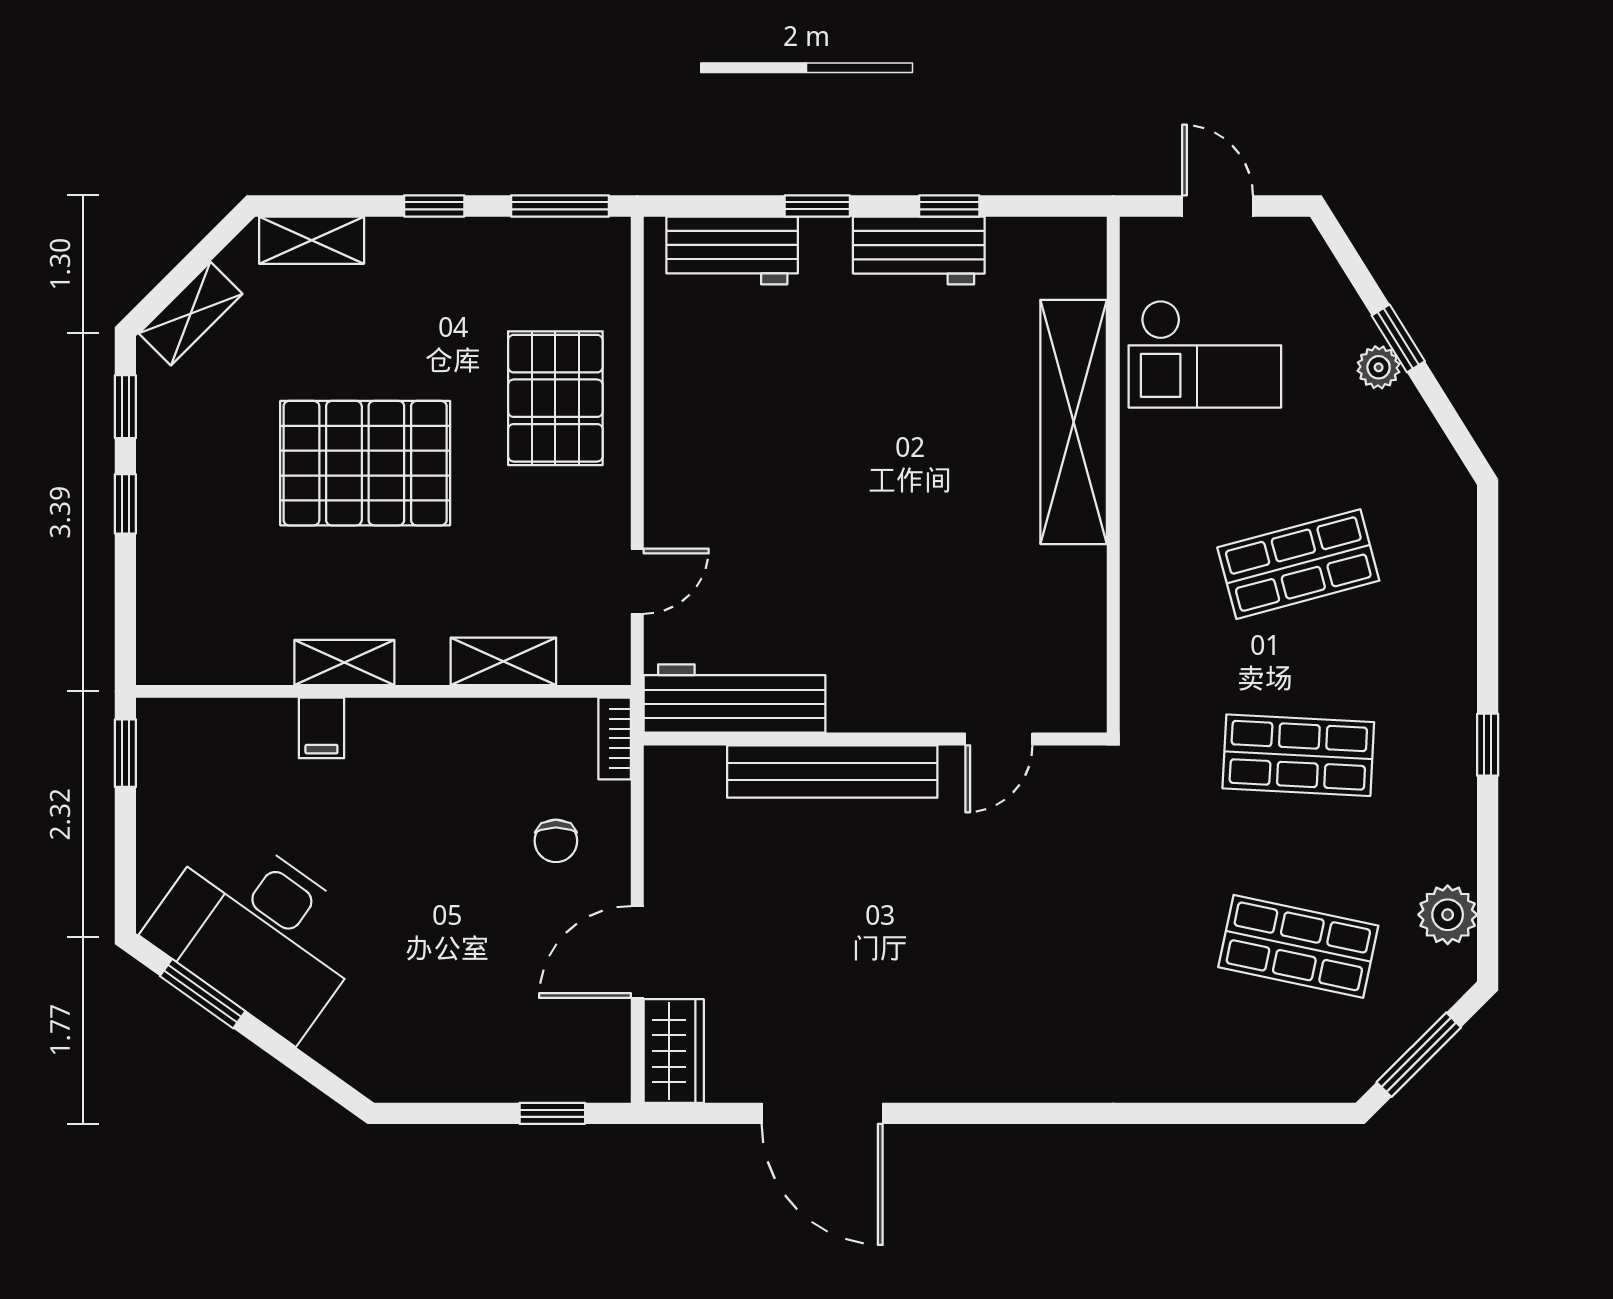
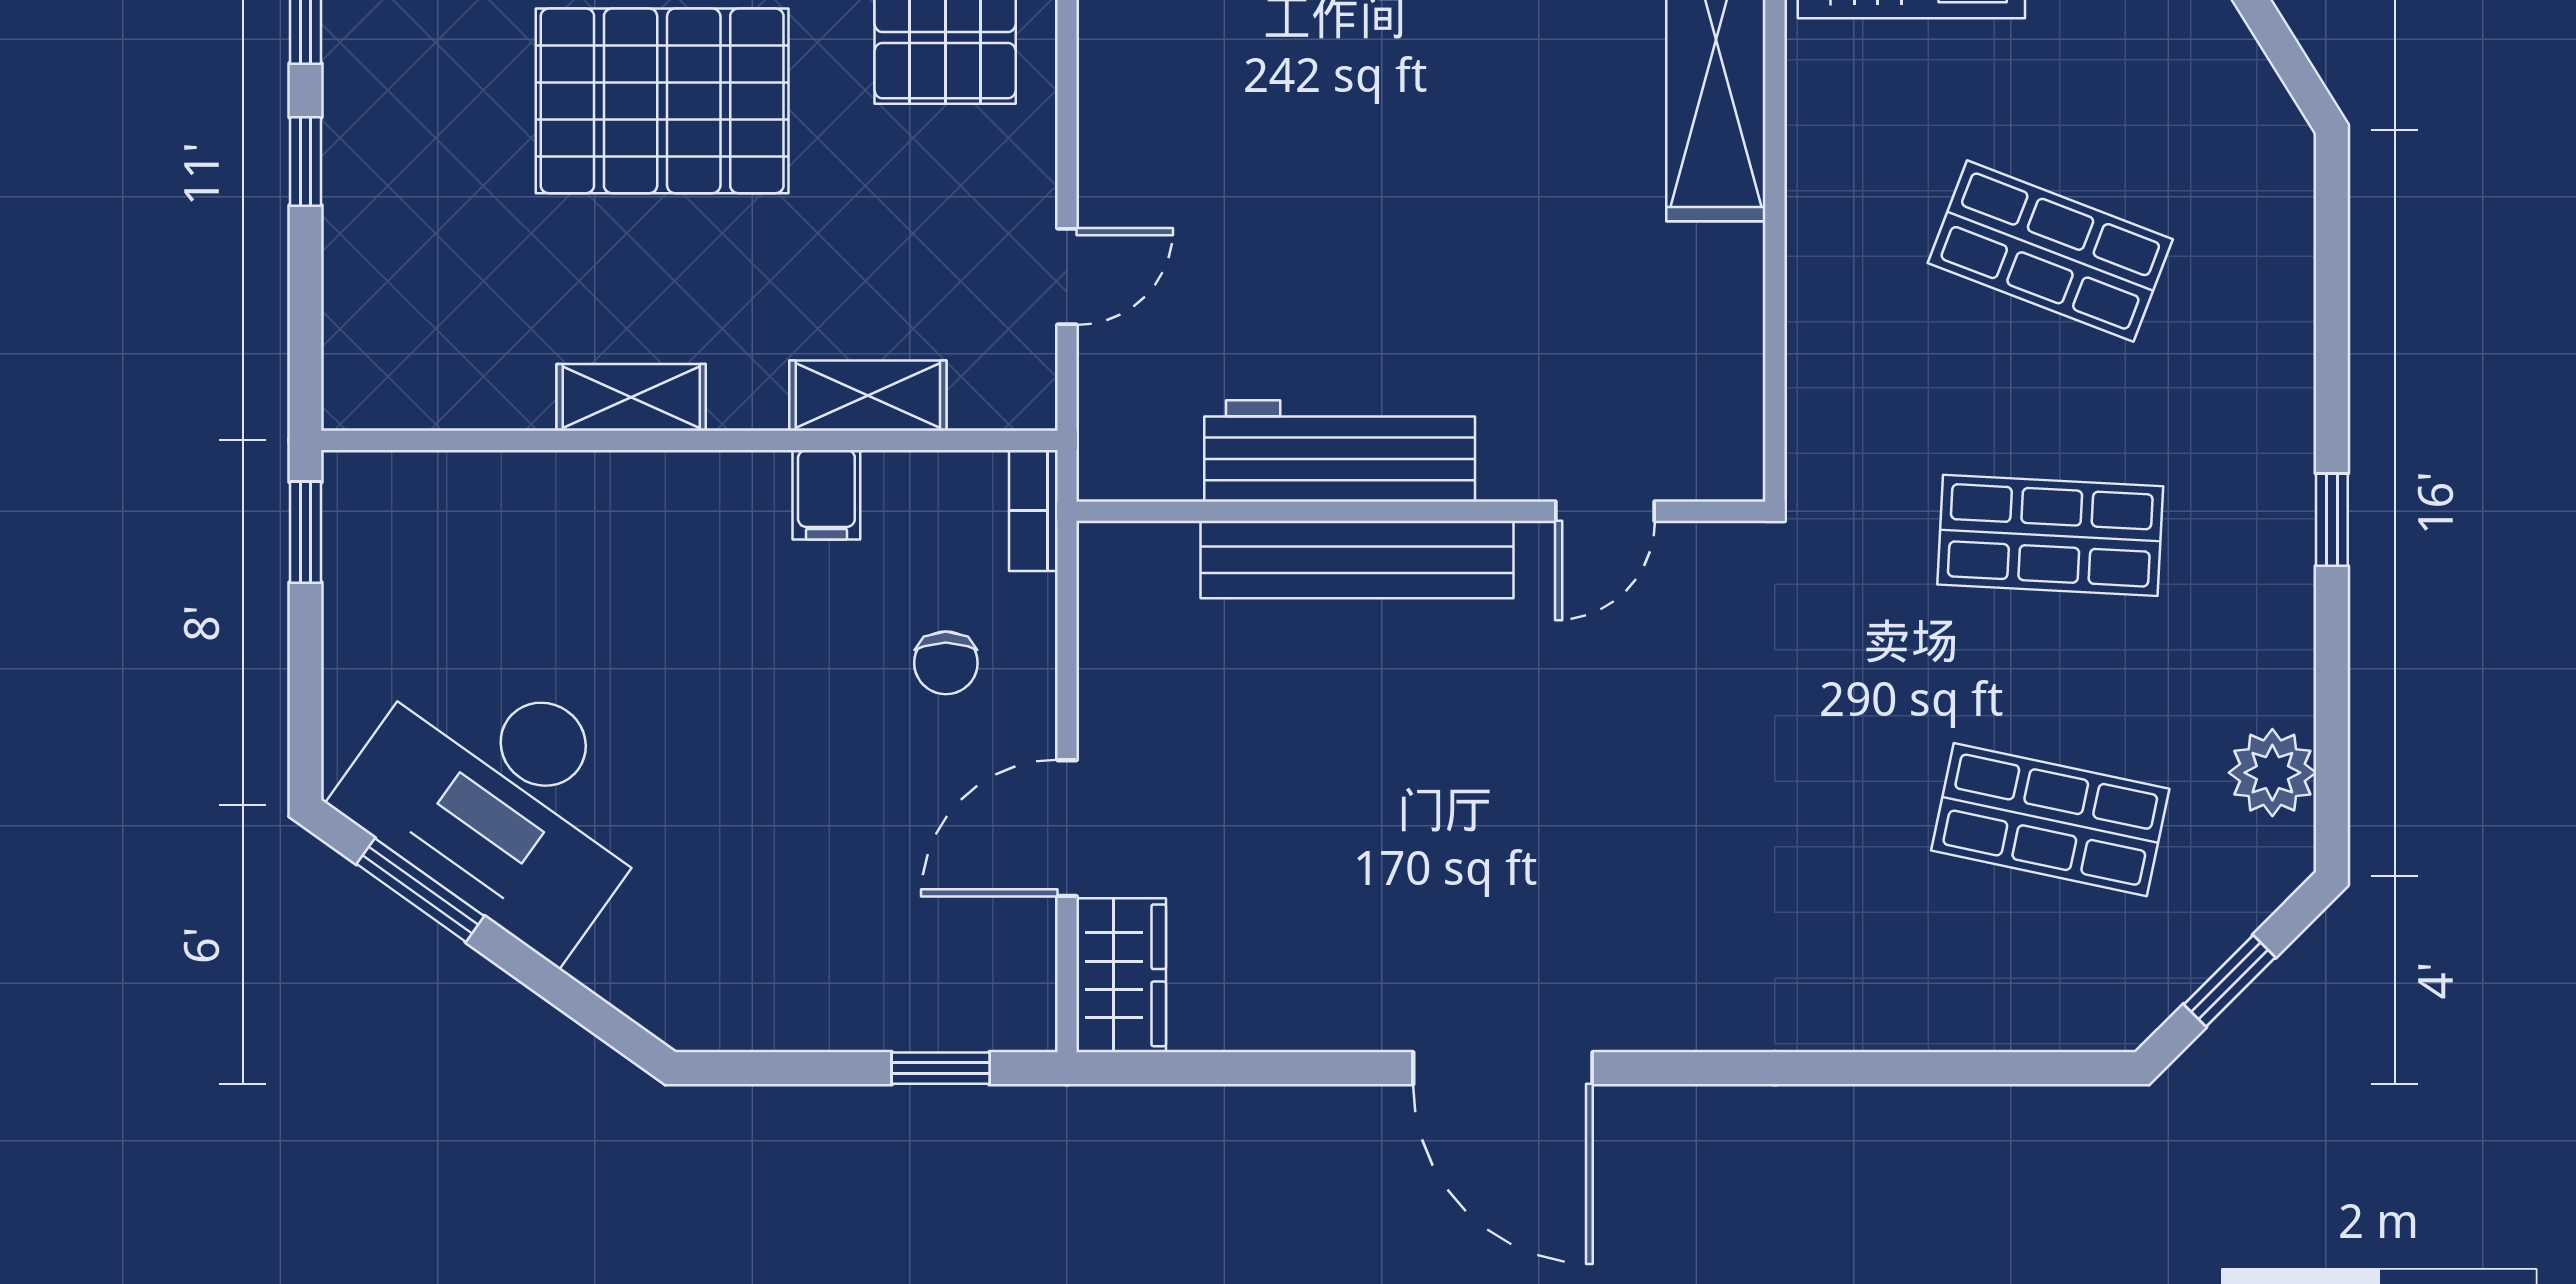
shop shelf: (1298, 564) -> (2050, 251), turned 36
workbench: (735, 698) -> (1340, 451), moved
filing cabinet: (321, 728) -> (826, 495), moved
window: (1419, 1055) -> (2230, 981), width x0.67
door: (822, 1113) -> (1503, 1068), moved

